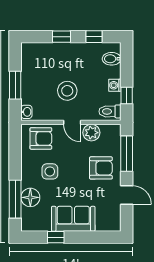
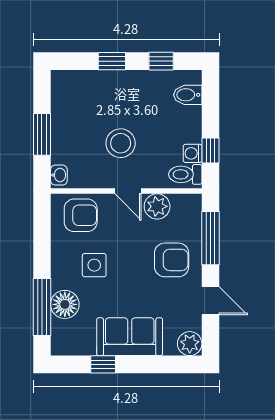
washing machine: (115, 85) -> (193, 153), moved
plant: (113, 223) -> (190, 344), added

